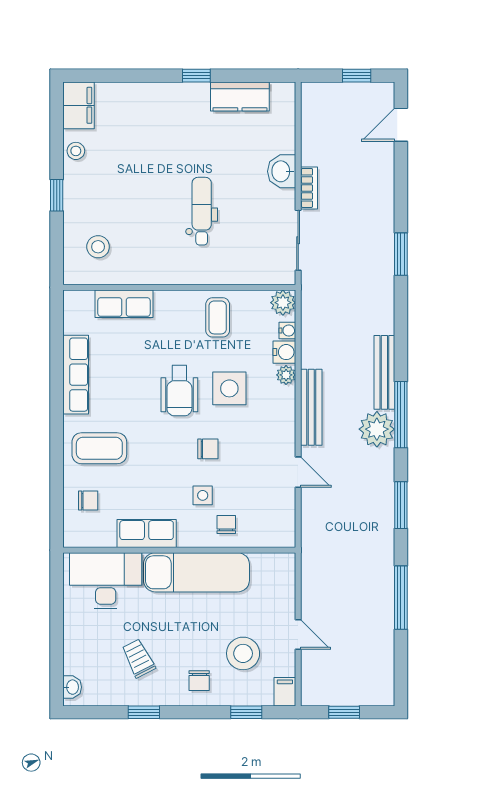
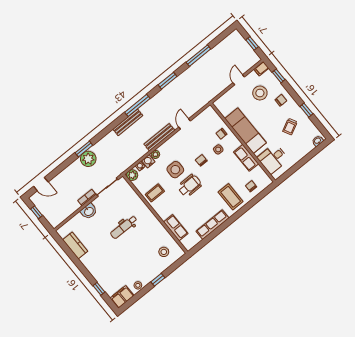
window: (196, 76) -> (99, 289), moved
plant: (377, 429) -> (88, 159), moved
desk: (106, 581) -> (273, 159), width x0.73

